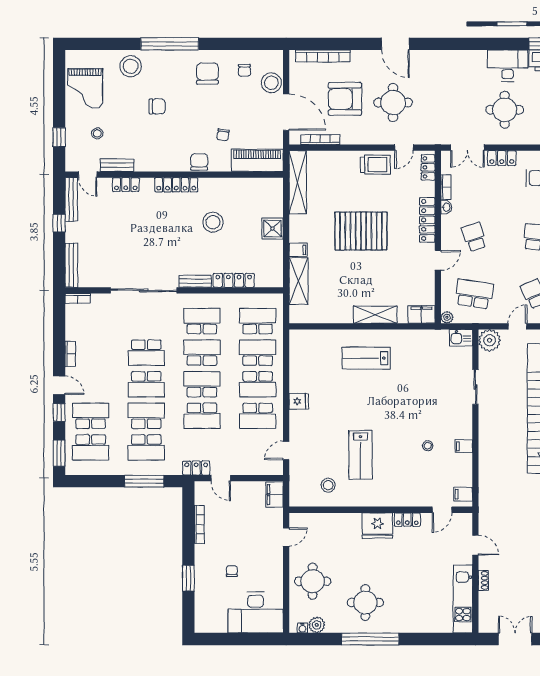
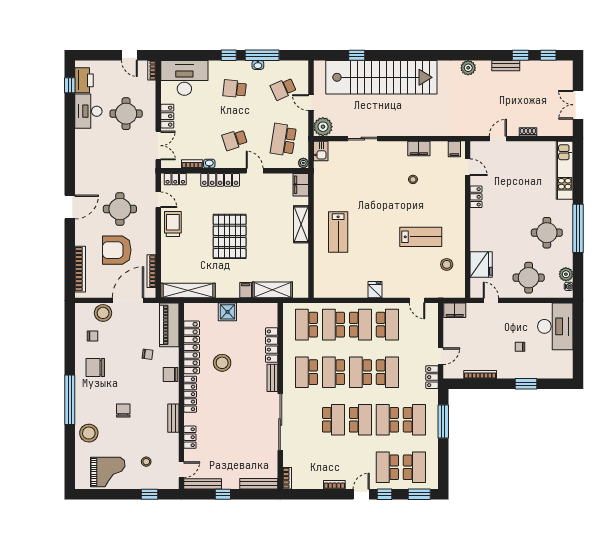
armchair: (345, 99) -> (117, 250), turned 90
bench: (117, 165) -> (173, 418), moved
locker: (231, 187) -> (192, 347), added
filing cabinet: (464, 446) -> (419, 149), width x2.00
fridge: (377, 526) -> (481, 265), moved
kitchen unit: (463, 599) -> (565, 170), moved, turned 90

